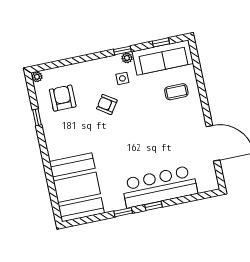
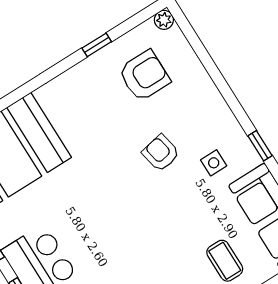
plant: (127, 58) -> (251, 158), removed
armchair: (107, 104) -> (161, 153), turned -45

